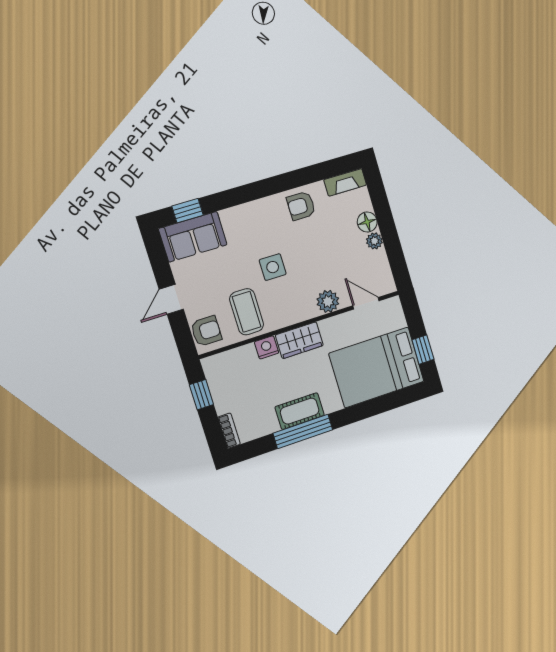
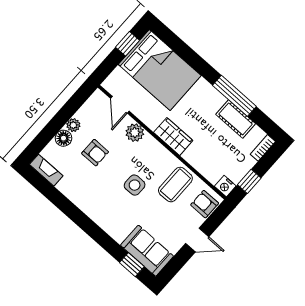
armchair: (301, 206) -> (95, 153), moved
nightstand: (267, 347) -> (225, 186), moved
cot: (300, 411) -> (236, 119), moved

